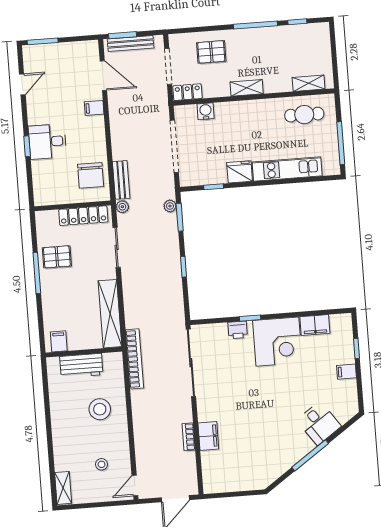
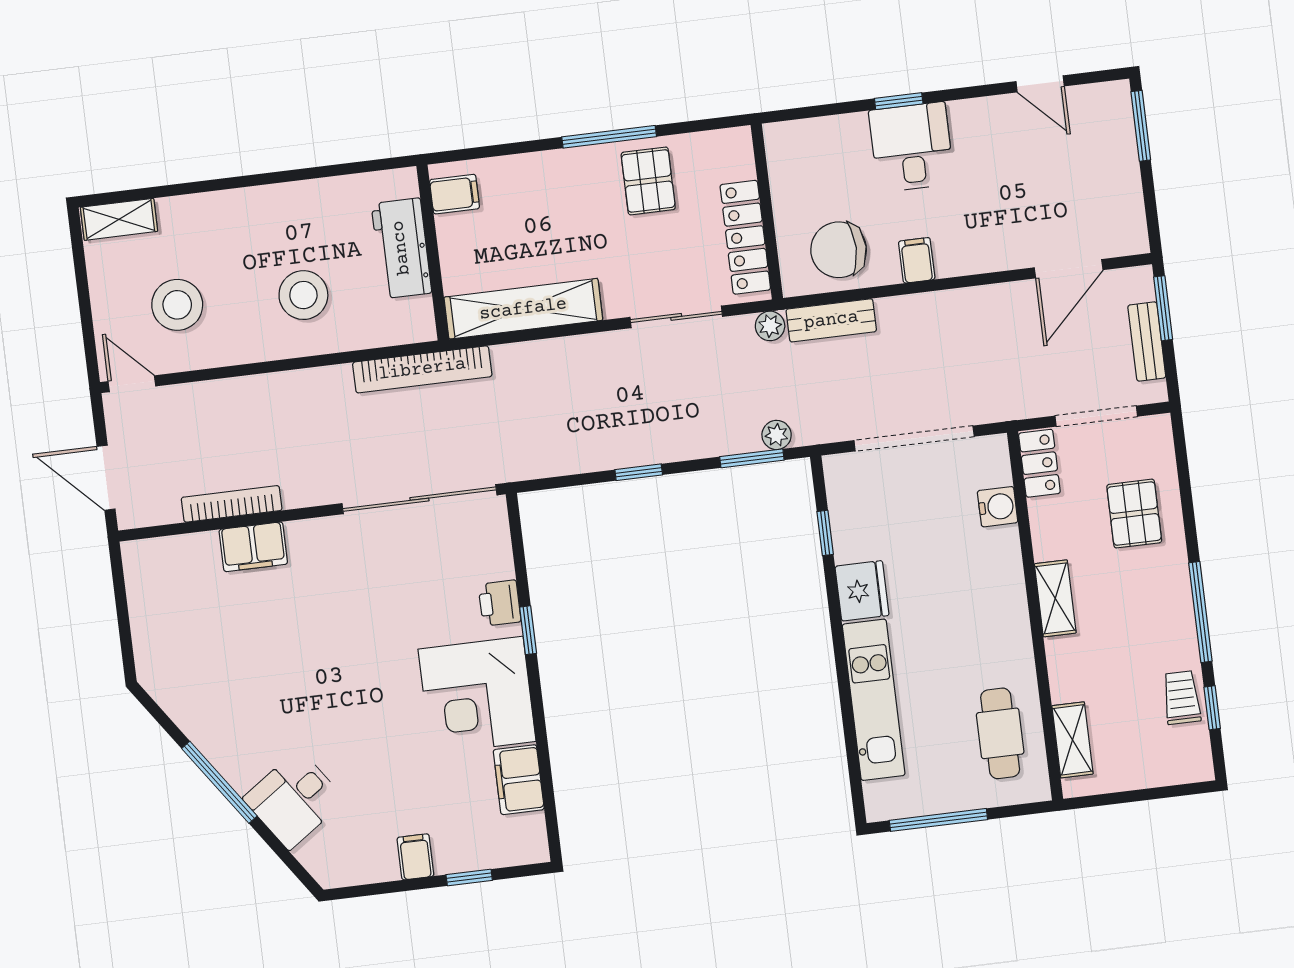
trolley: (292, 35) -> (1182, 698), added
bench: (131, 43) -> (1147, 342), width x0.73
filing cabinet: (94, 108) -> (917, 260), moved
bookcase: (189, 437) -> (232, 504), width x1.56
stool: (102, 464) -> (177, 305), width x1.89, depth x1.89

